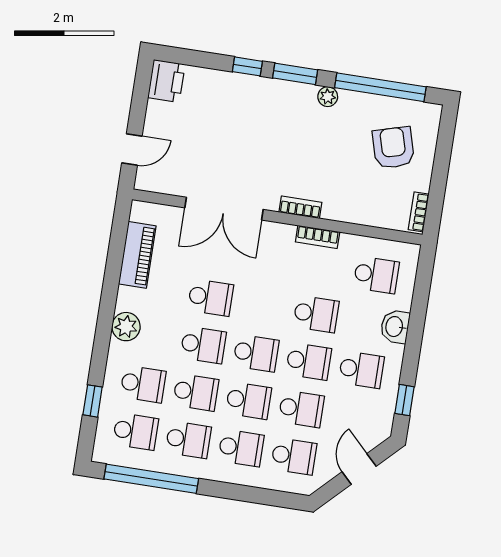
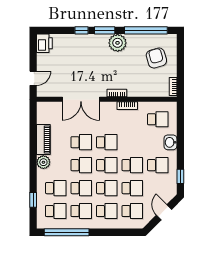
plant: (328, 97) -> (118, 43), width x1.88, depth x1.88
piano: (137, 255) -> (43, 139), moved
school desk: (316, 314) -> (107, 142), moved

